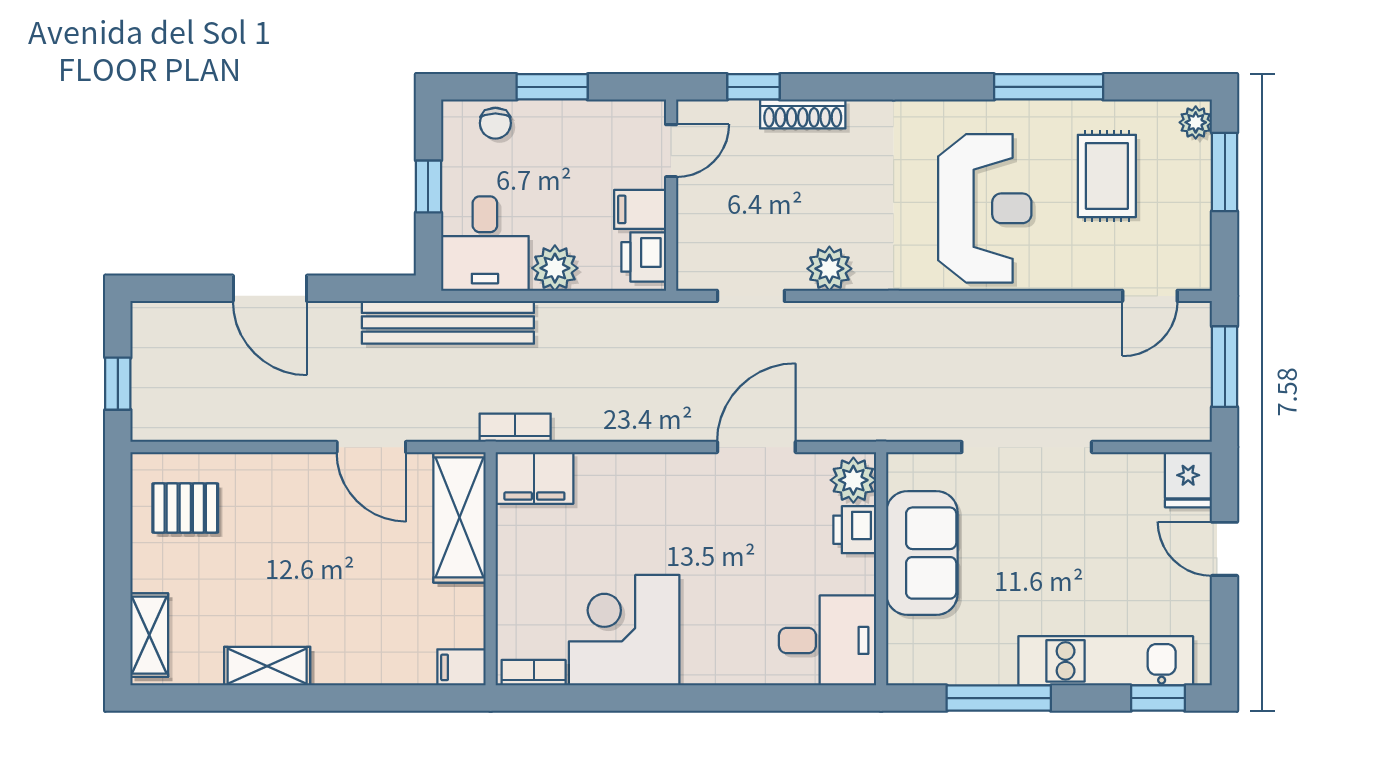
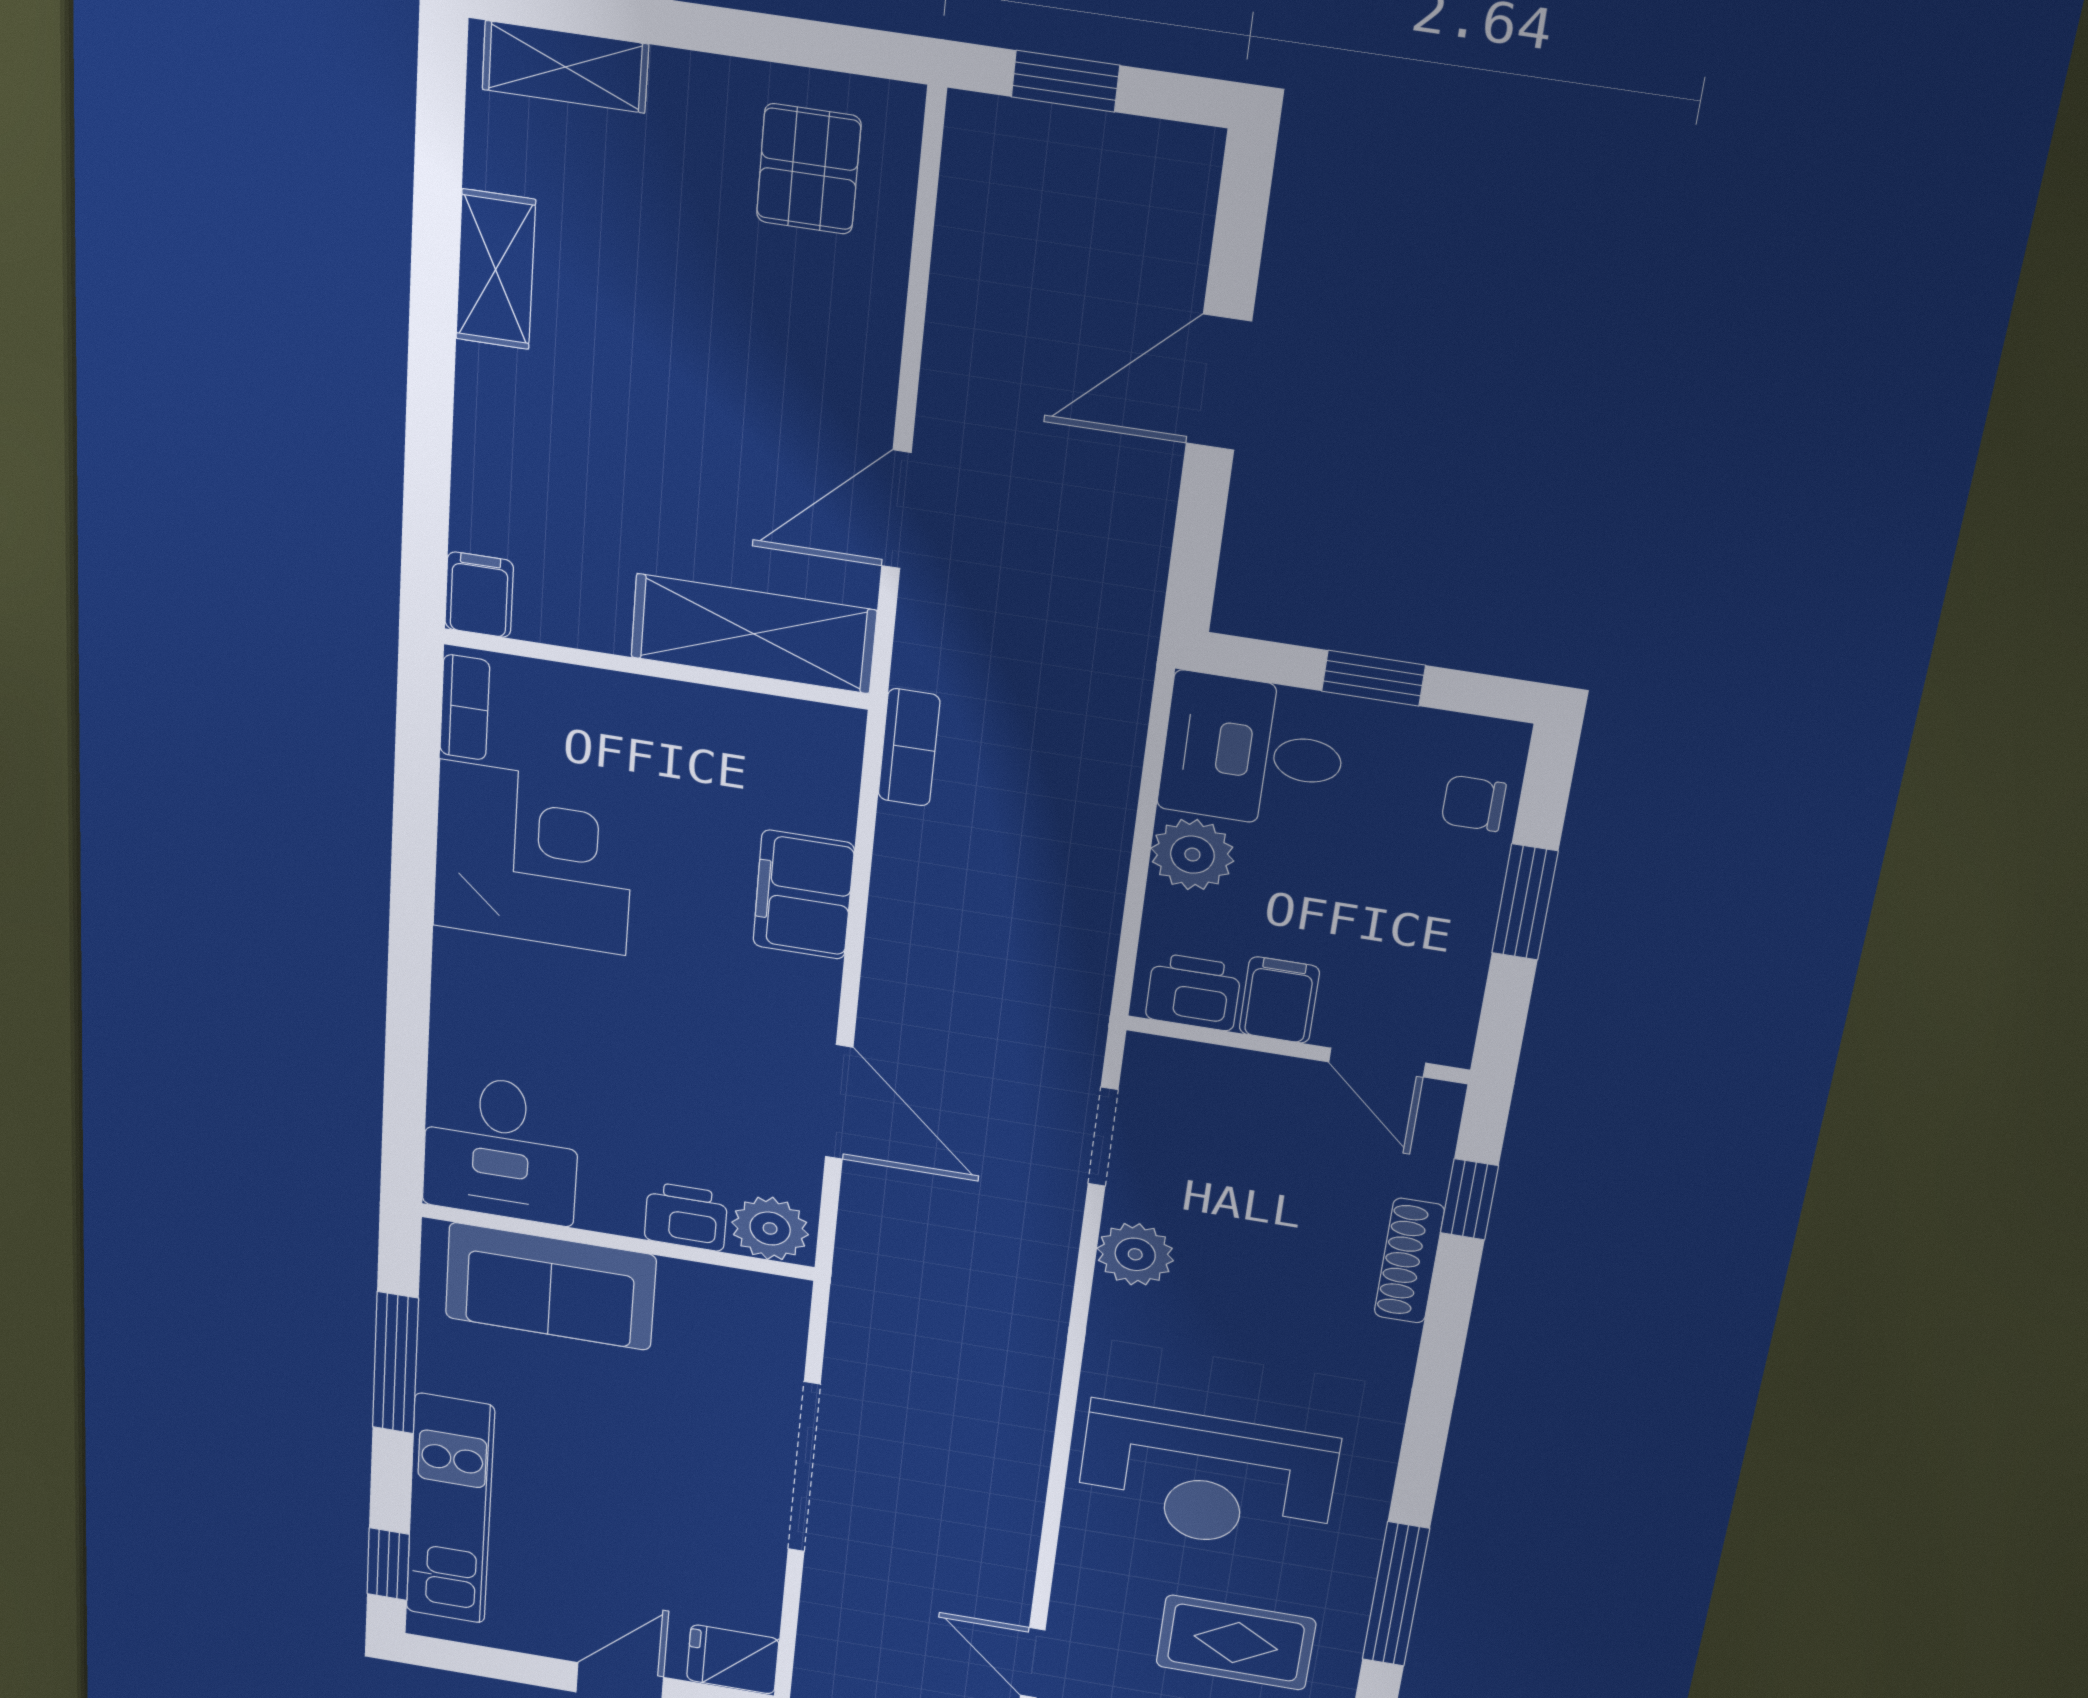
bench: (448, 322) -> (1115, 671), removed
filing cabinet: (534, 478) -> (803, 895), moved
sofa: (922, 553) -> (550, 1287), moved

